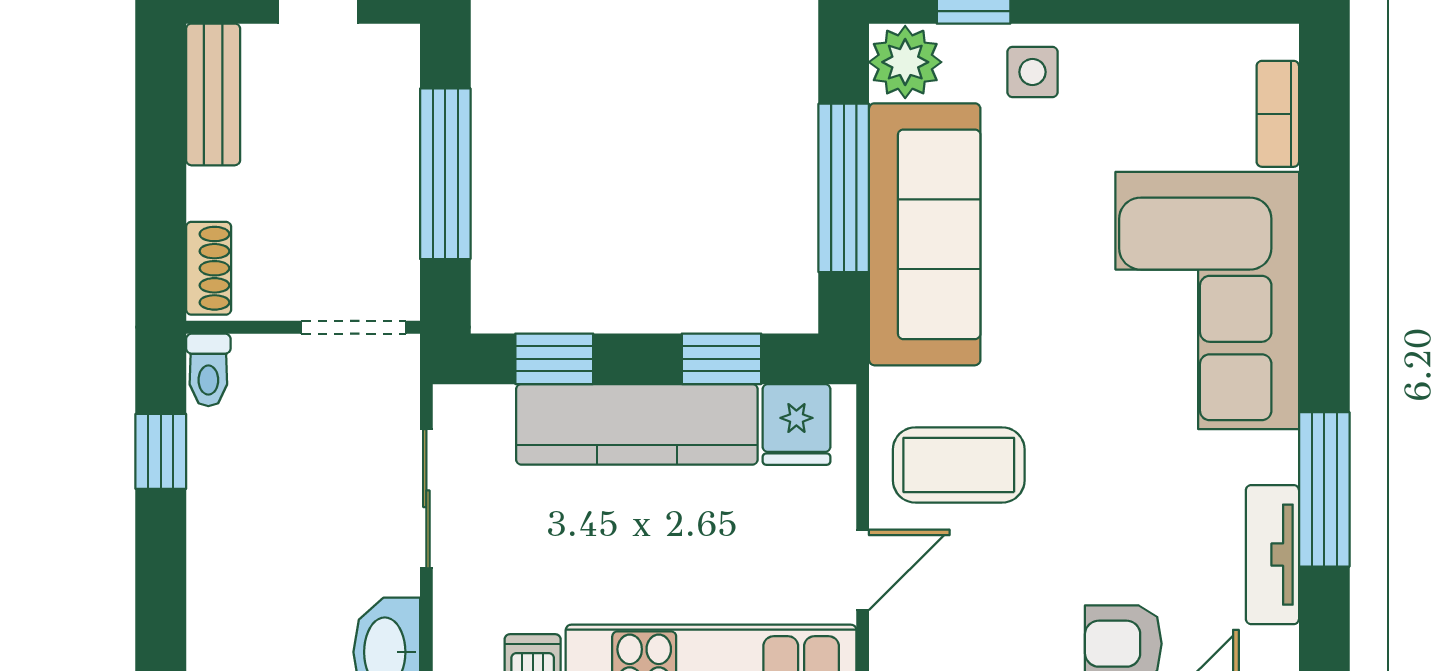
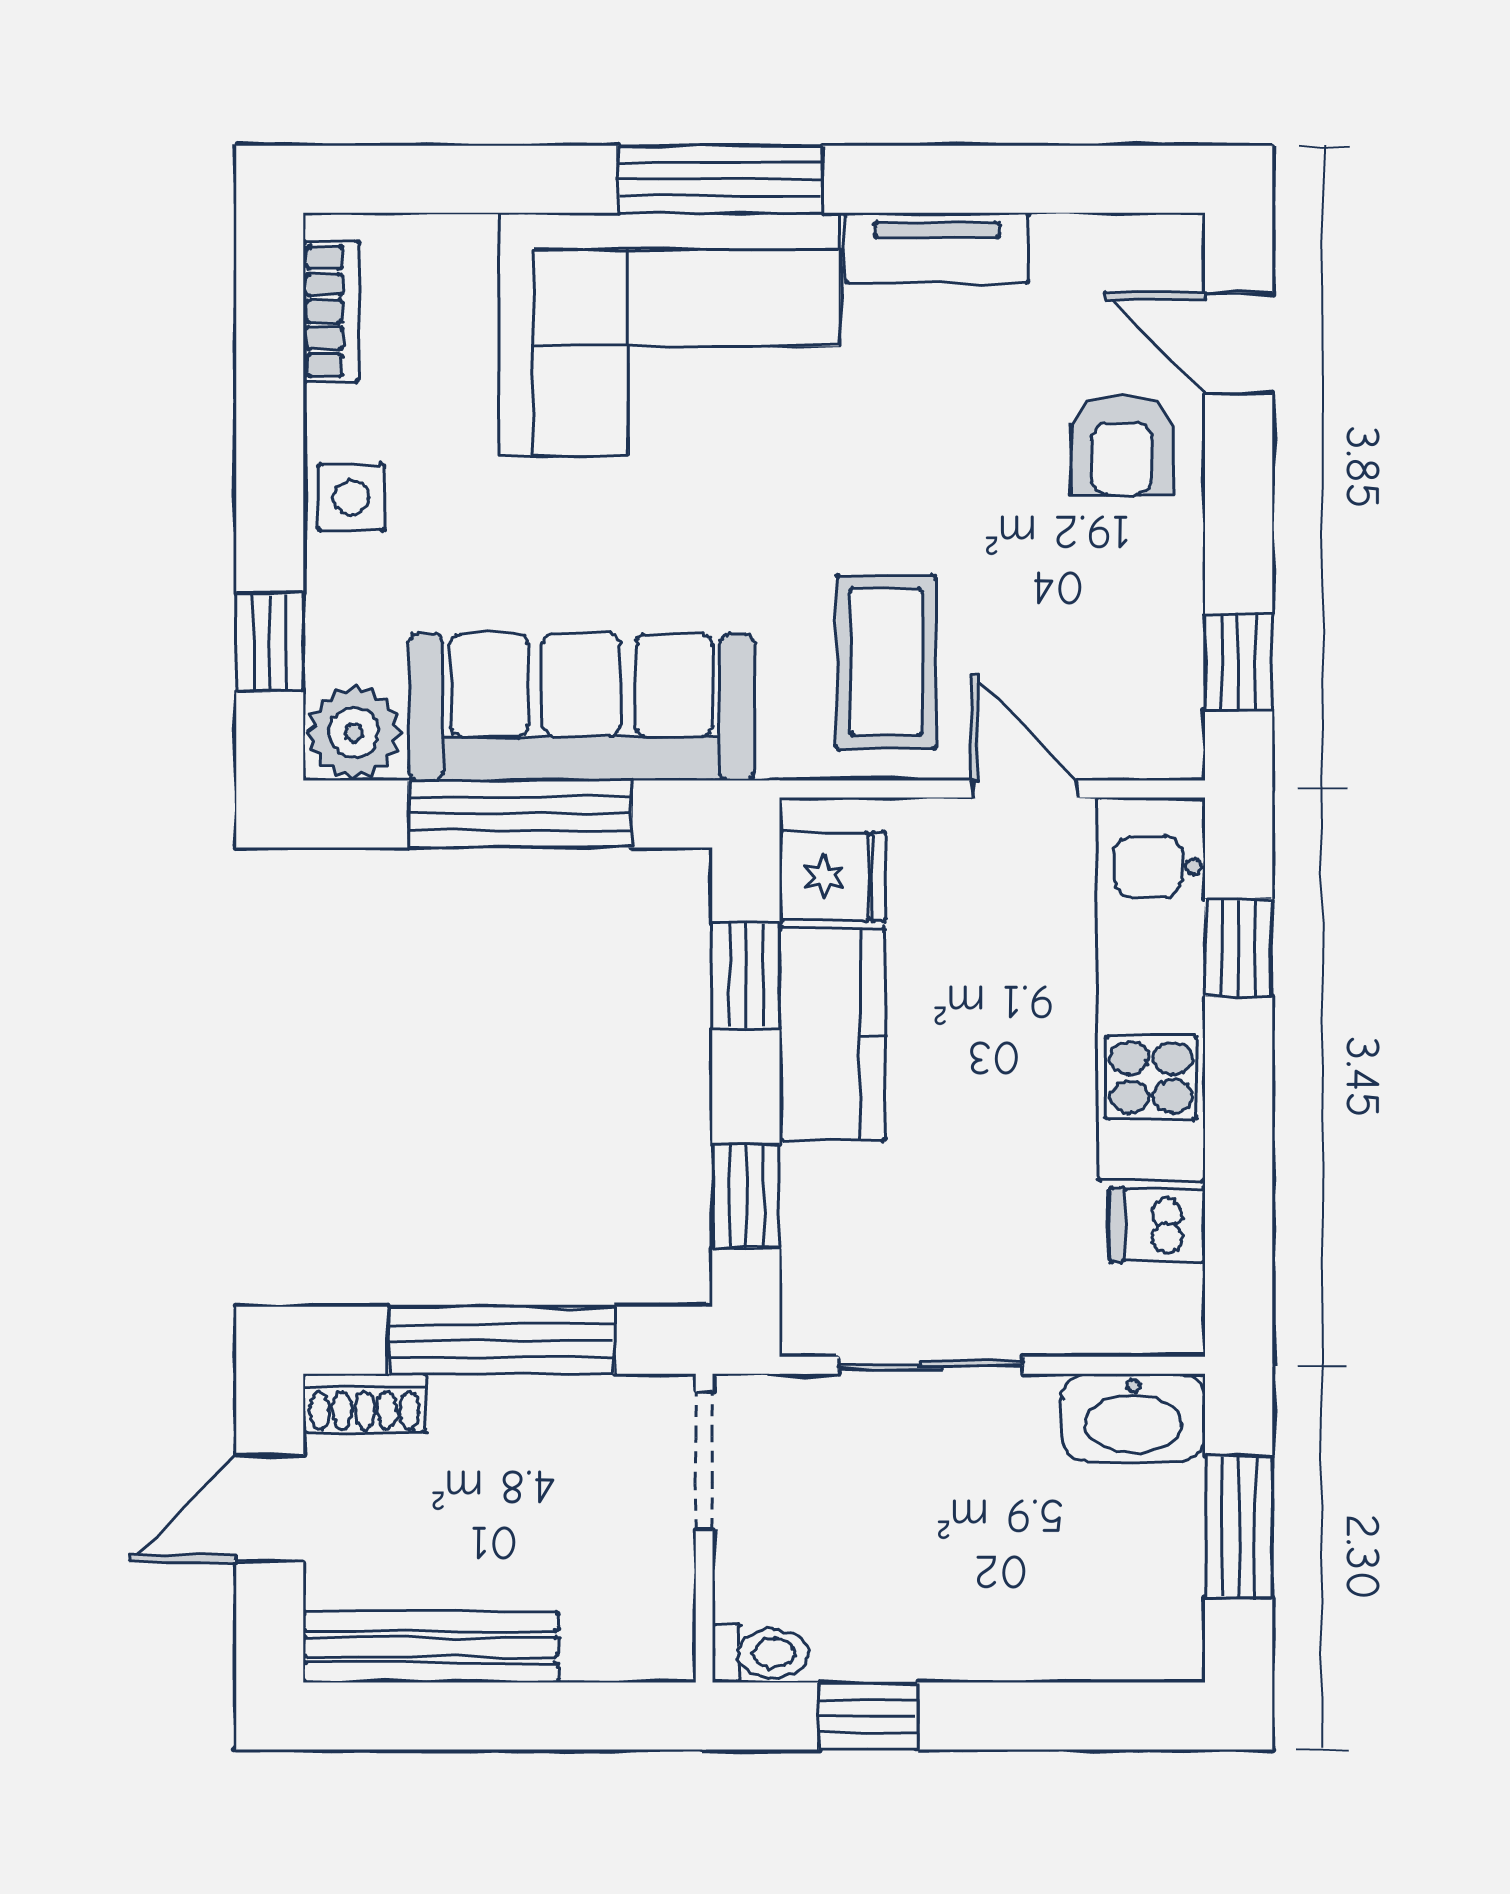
side table: (1032, 72) -> (351, 498), moved
bench: (213, 94) -> (431, 1647), width x1.36
bookcase: (1278, 114) -> (331, 311), moved, turned -90
shoe rack: (209, 268) -> (365, 1403), moved, turned 180
kitchen counter: (637, 424) -> (832, 1034), width x0.67
window: (1324, 489) -> (720, 179), moved
tv unit: (1272, 555) -> (937, 248), moved

